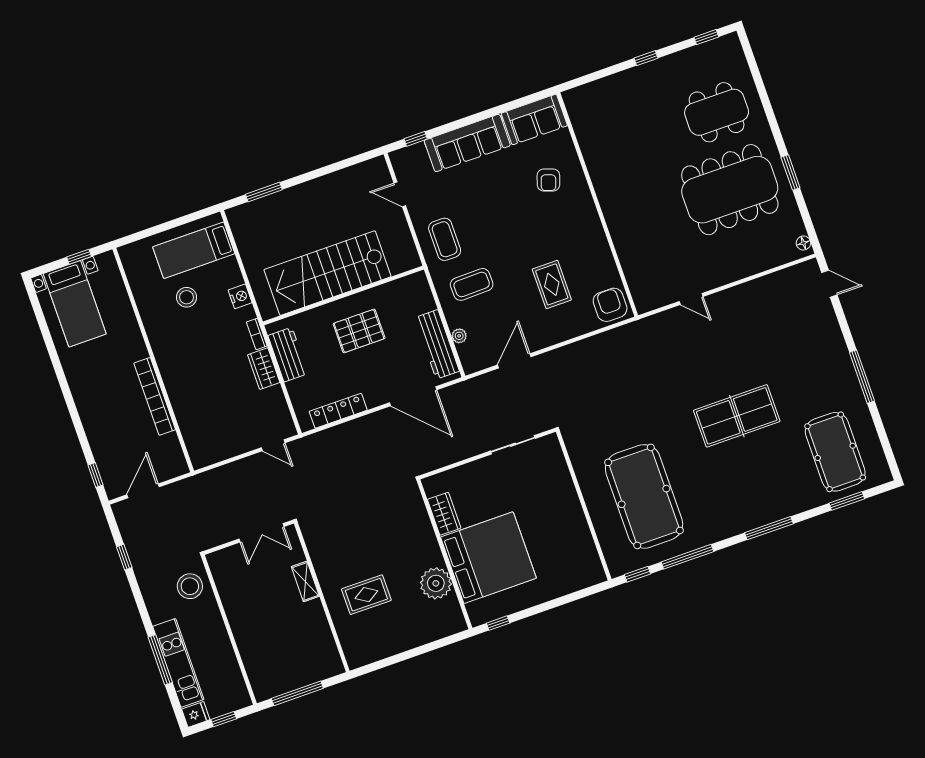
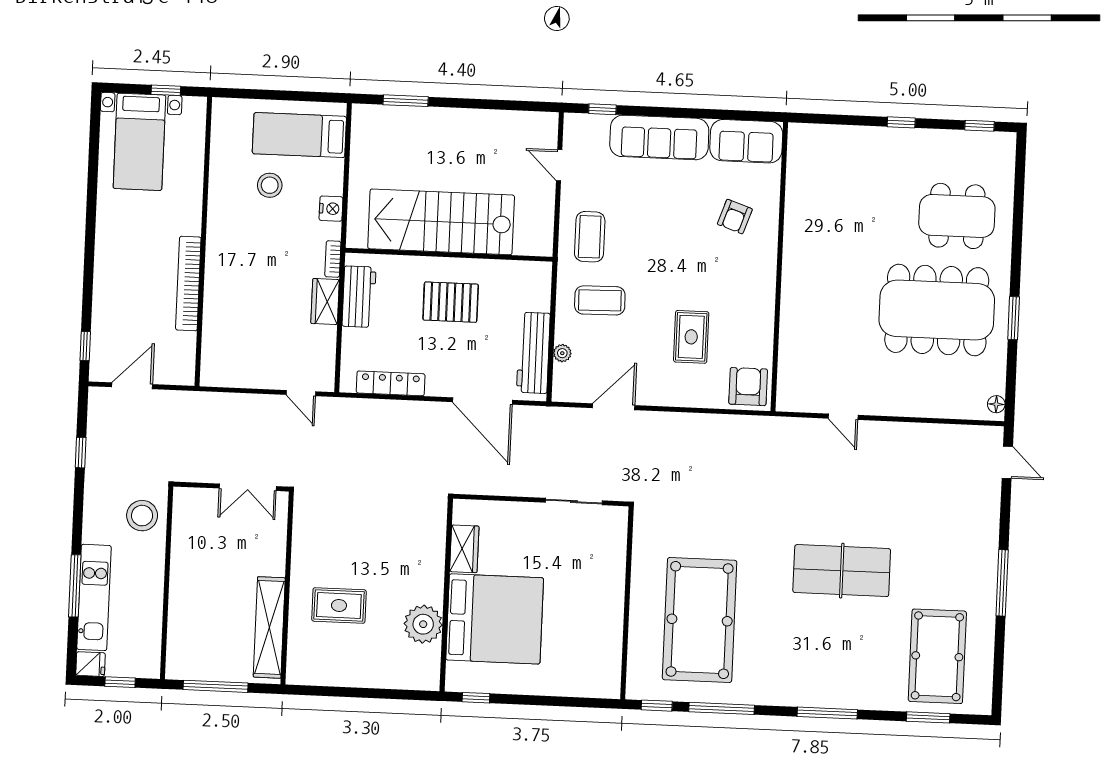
shelving: (305, 581) -> (269, 627), moved, width x2.20, depth x1.33

